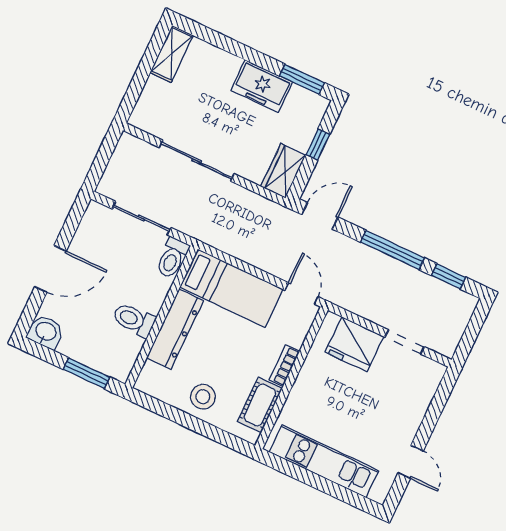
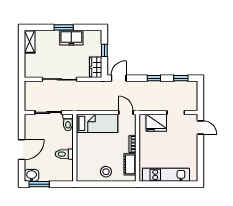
window: (302, 79) -> (64, 27), moved
window: (393, 250) -> (154, 78), width x0.46
dresser: (175, 329) -> (82, 150), removed
window: (86, 373) -> (39, 184), moved
door: (411, 462) -> (200, 127), moved

